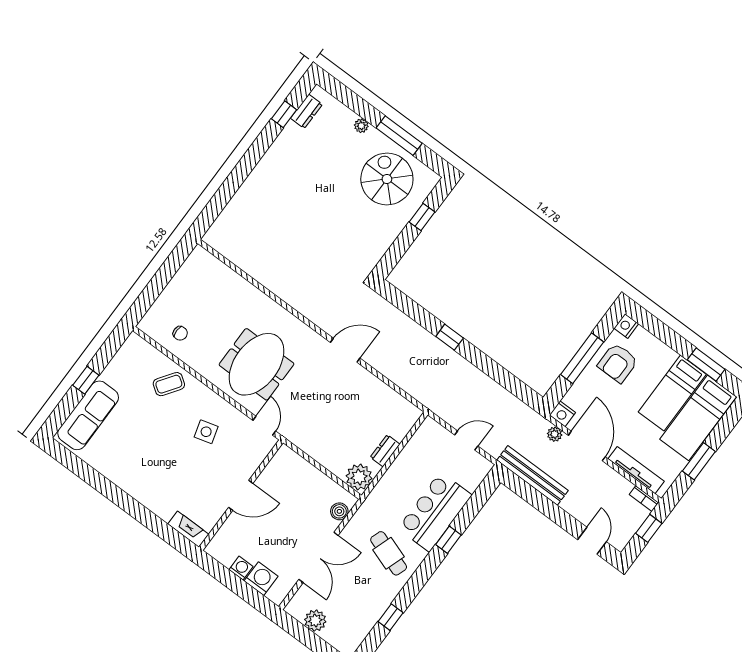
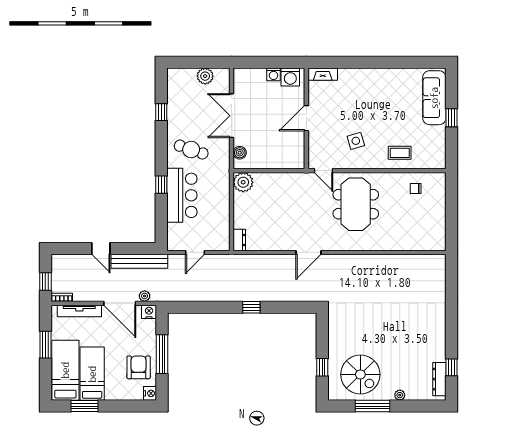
dresser: (306, 111) -> (439, 379), width x1.44
coffee table: (169, 384) -> (400, 153), turned 55
dresser: (385, 451) -> (239, 240), moved
door: (592, 541) -> (101, 249), moved
washing machine: (261, 579) -> (290, 77), moved

